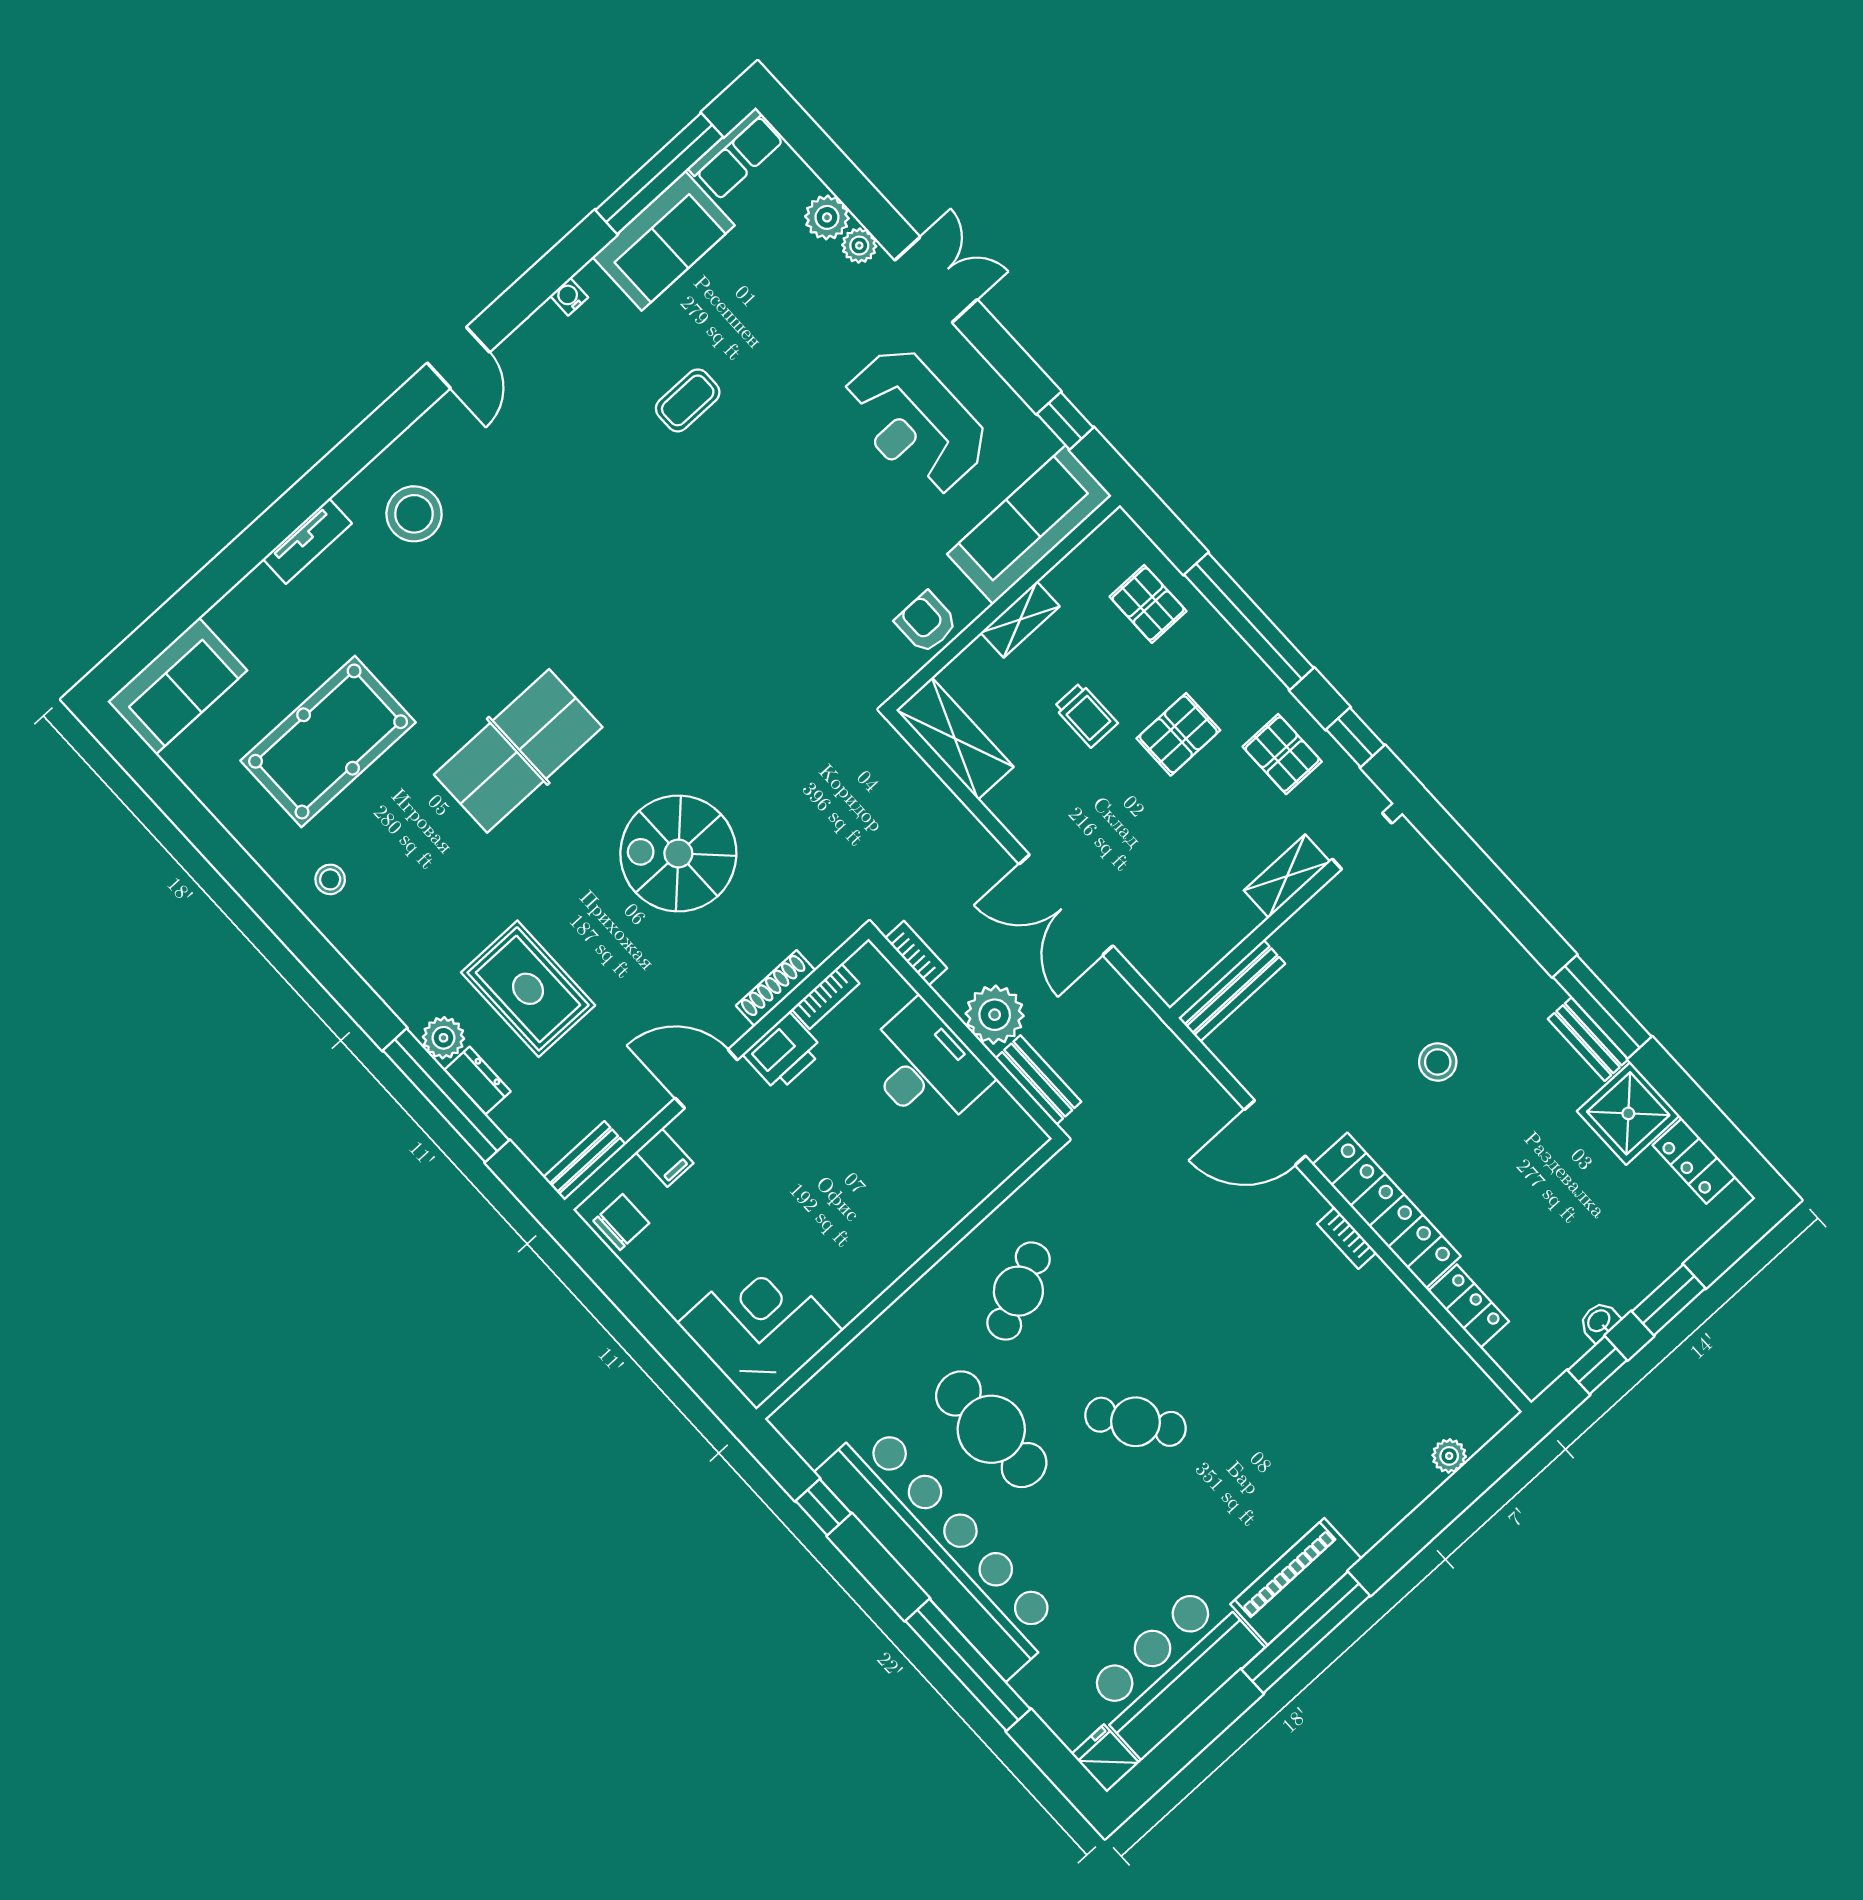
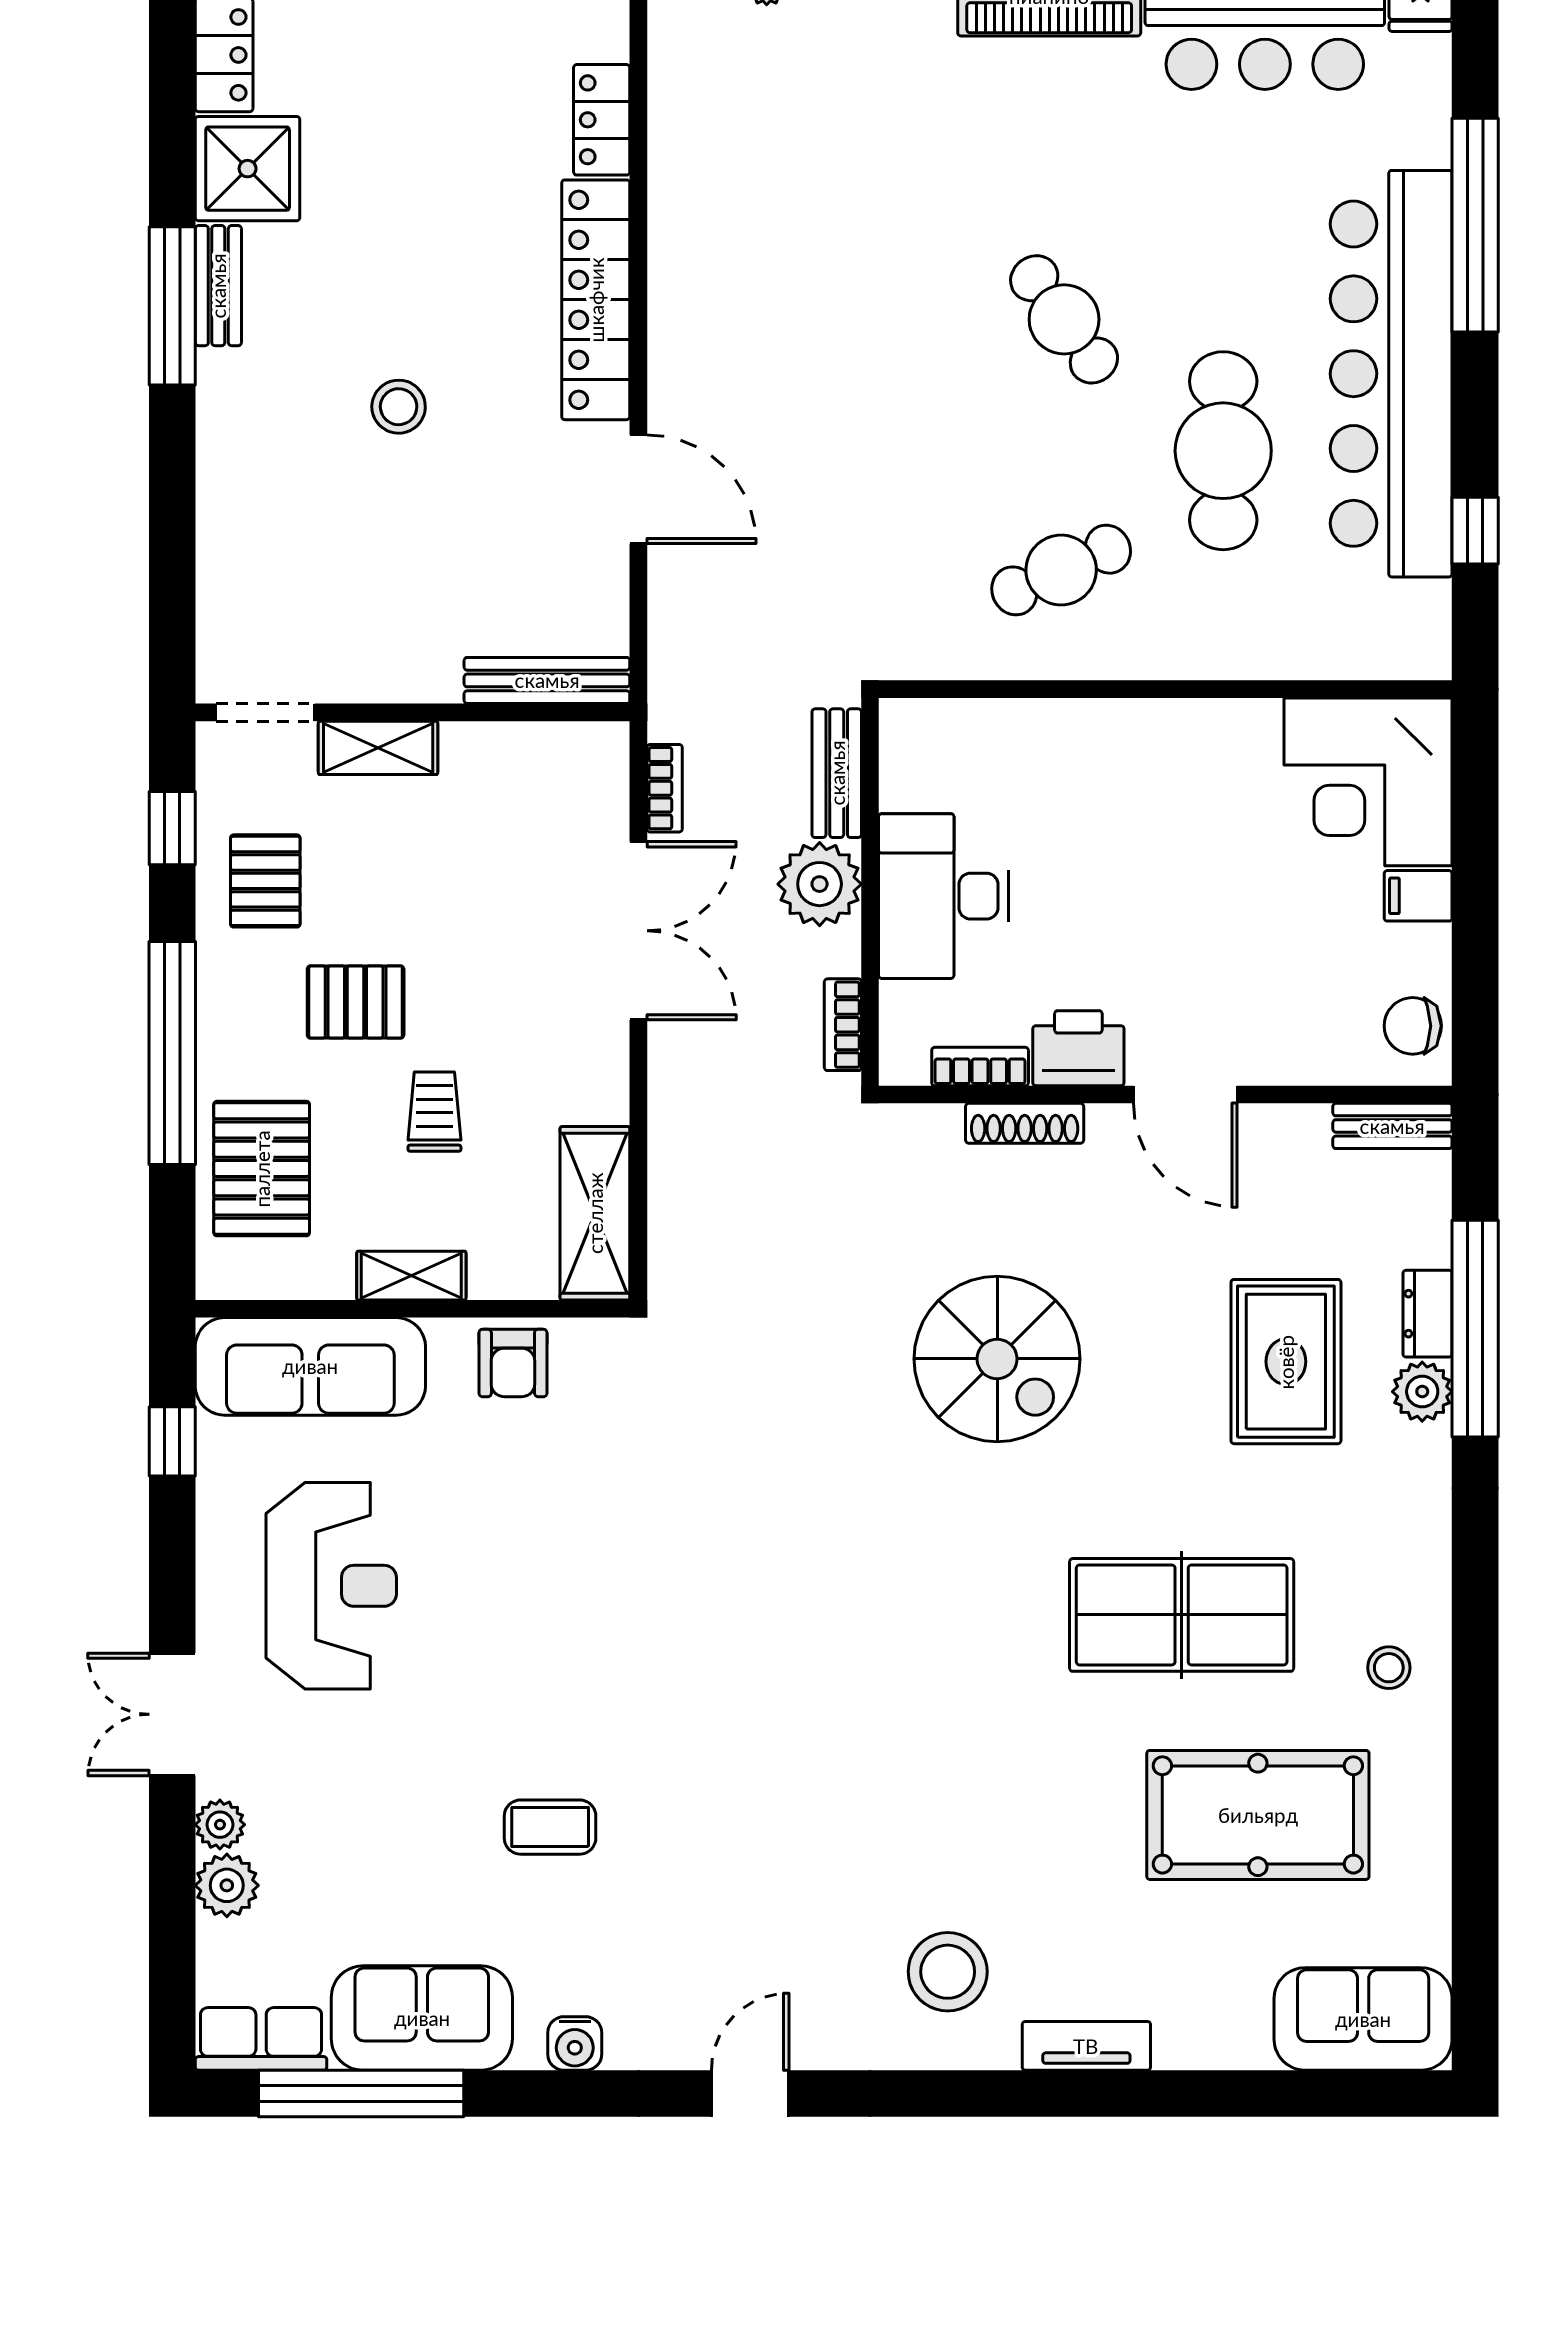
water cooler: (569, 297) -> (575, 2043), width x1.38, depth x1.38
pallet: (1148, 604) -> (262, 1169), width x1.50, depth x1.42
table tennis table: (518, 751) -> (1182, 1615), moved
filing cabinet: (665, 1158) -> (1418, 896), moved, turned -90
bookcase: (1347, 1238) -> (665, 788), moved

